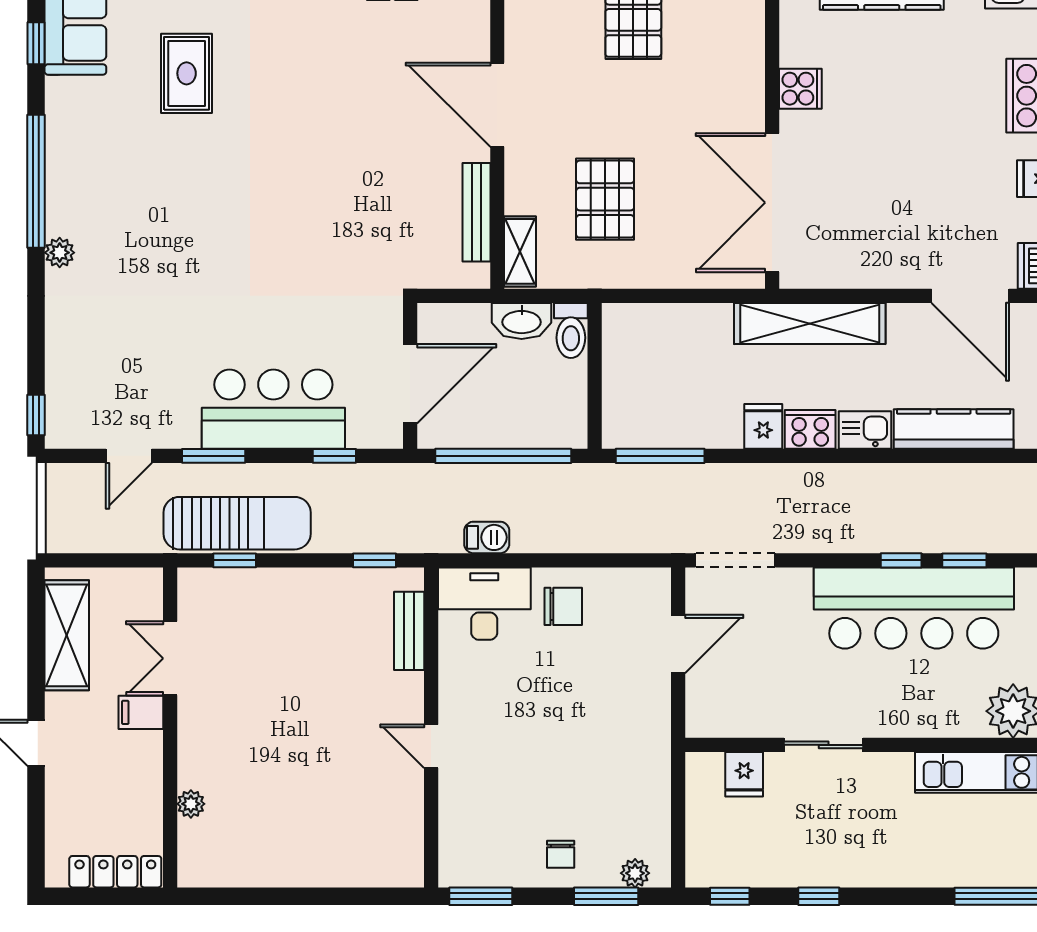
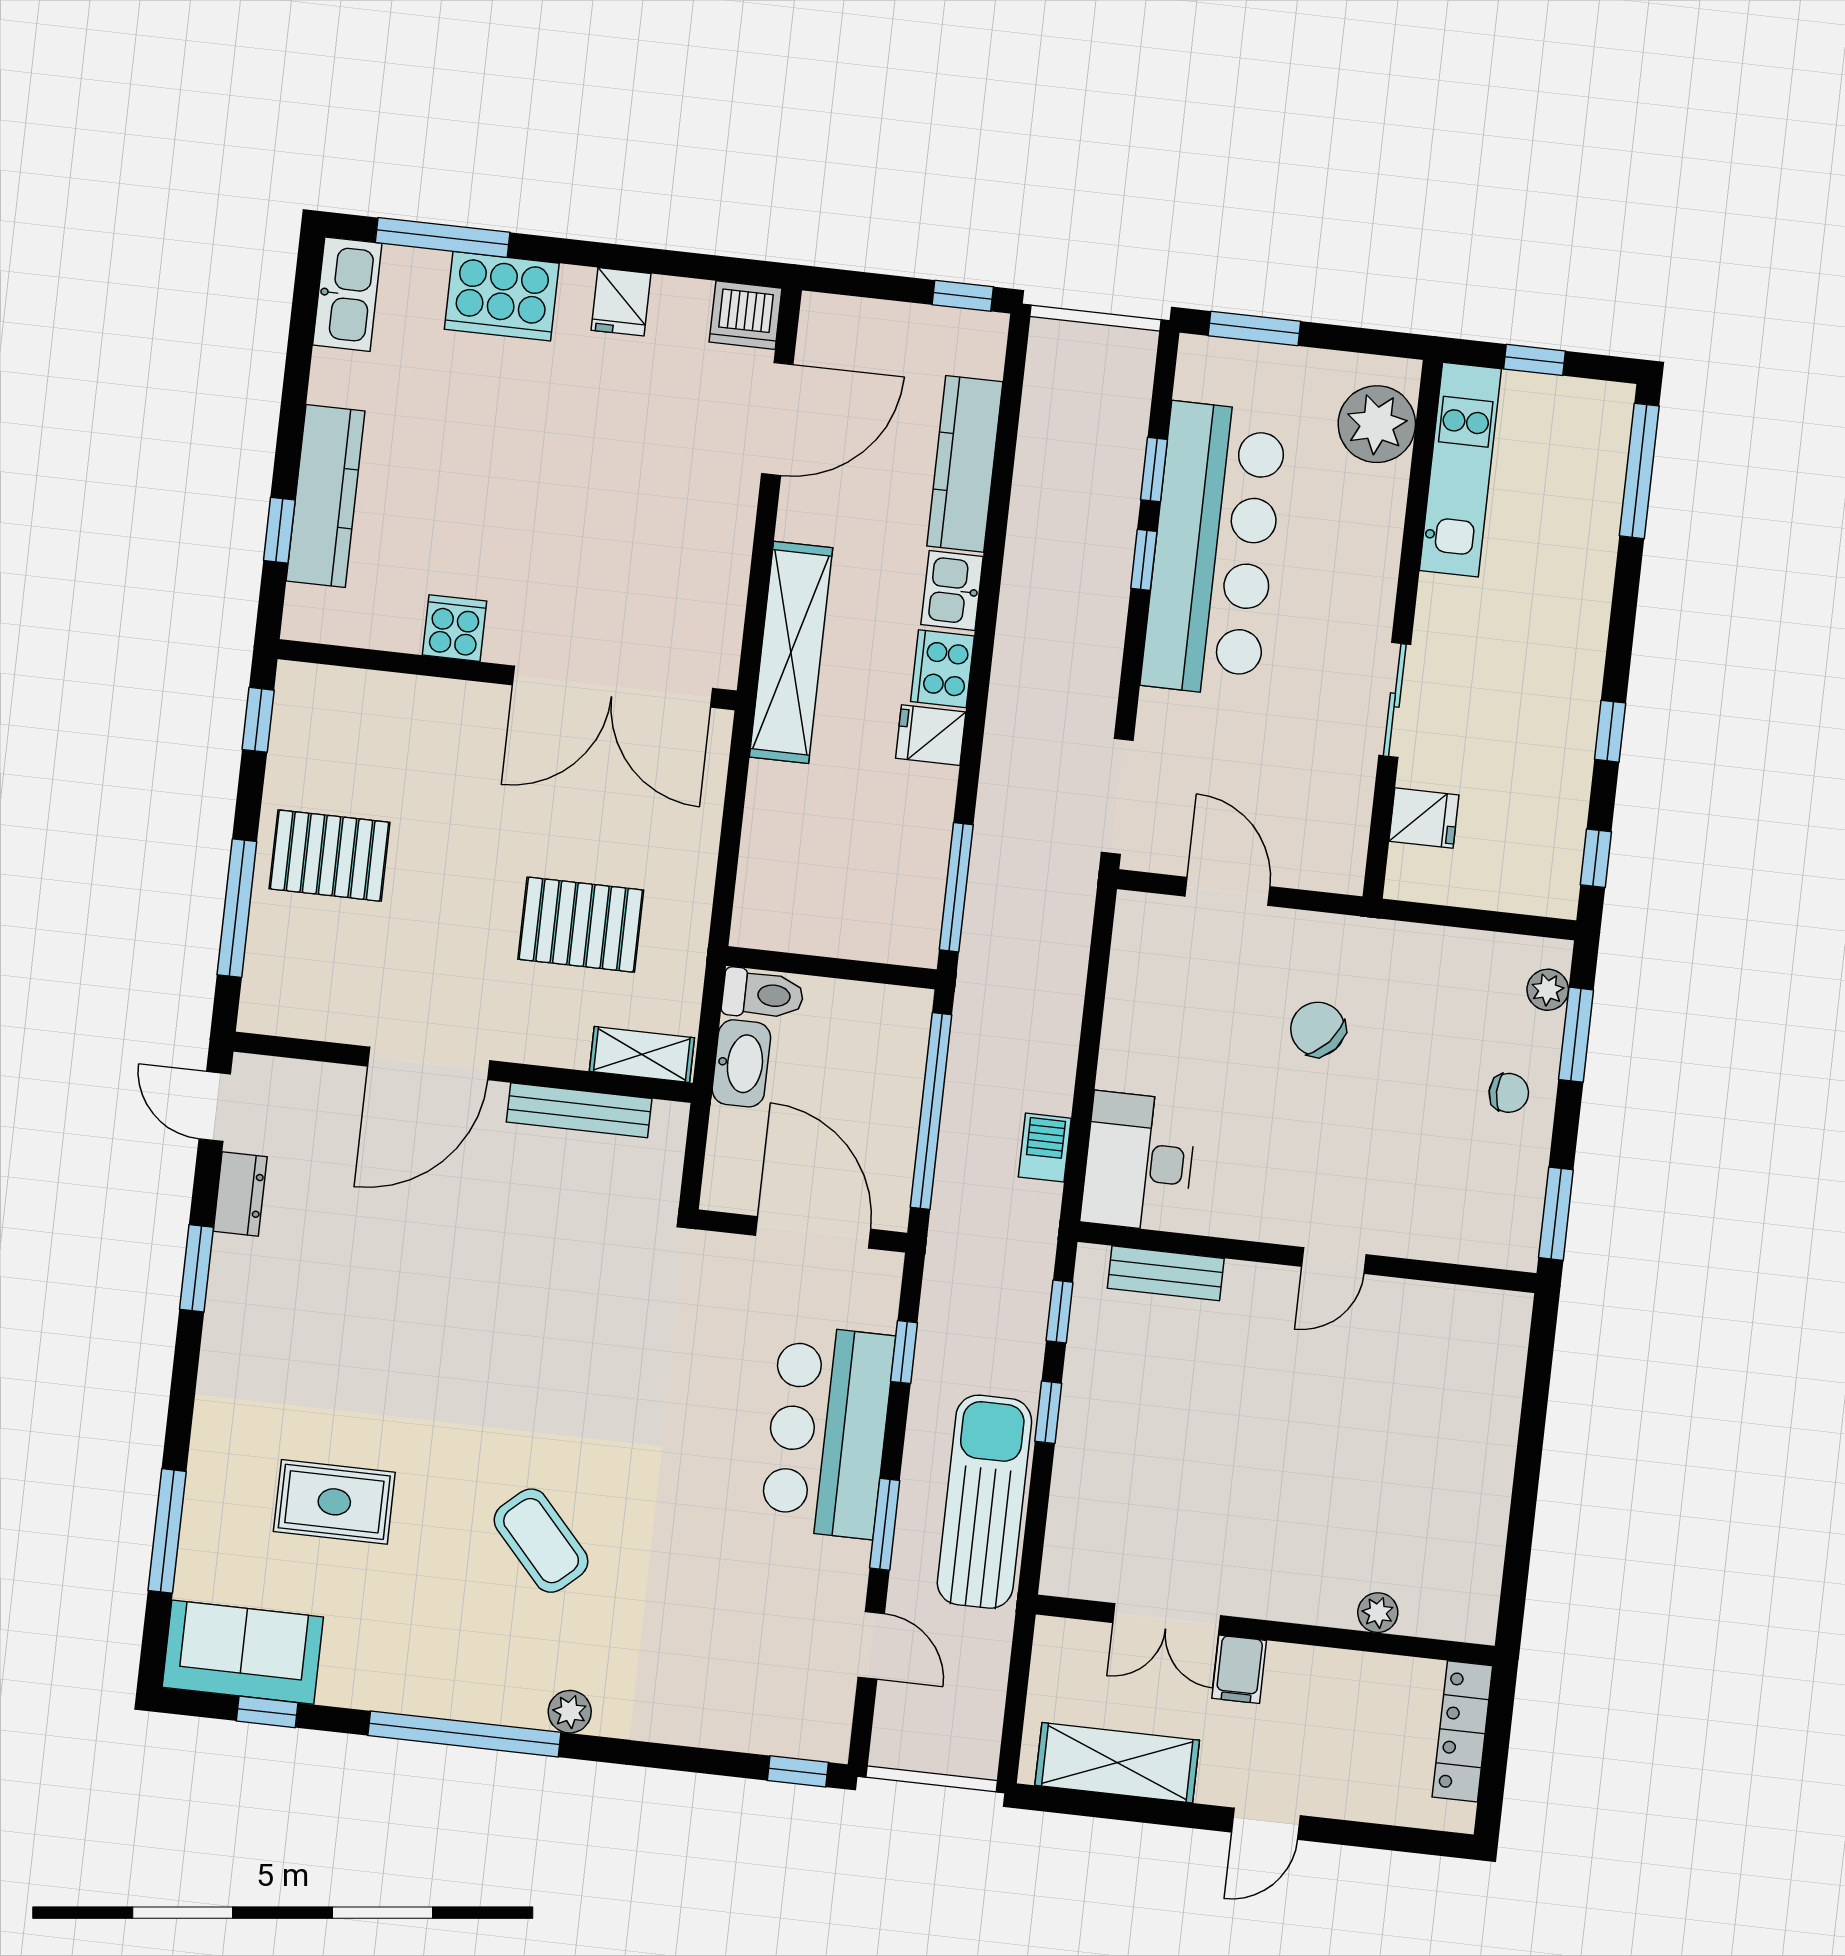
coffee table: (176, 219) -> (541, 1541), added
window: (235, 560) -> (1048, 1412), moved
chair: (563, 606) -> (1318, 1029), moved, turned -49

